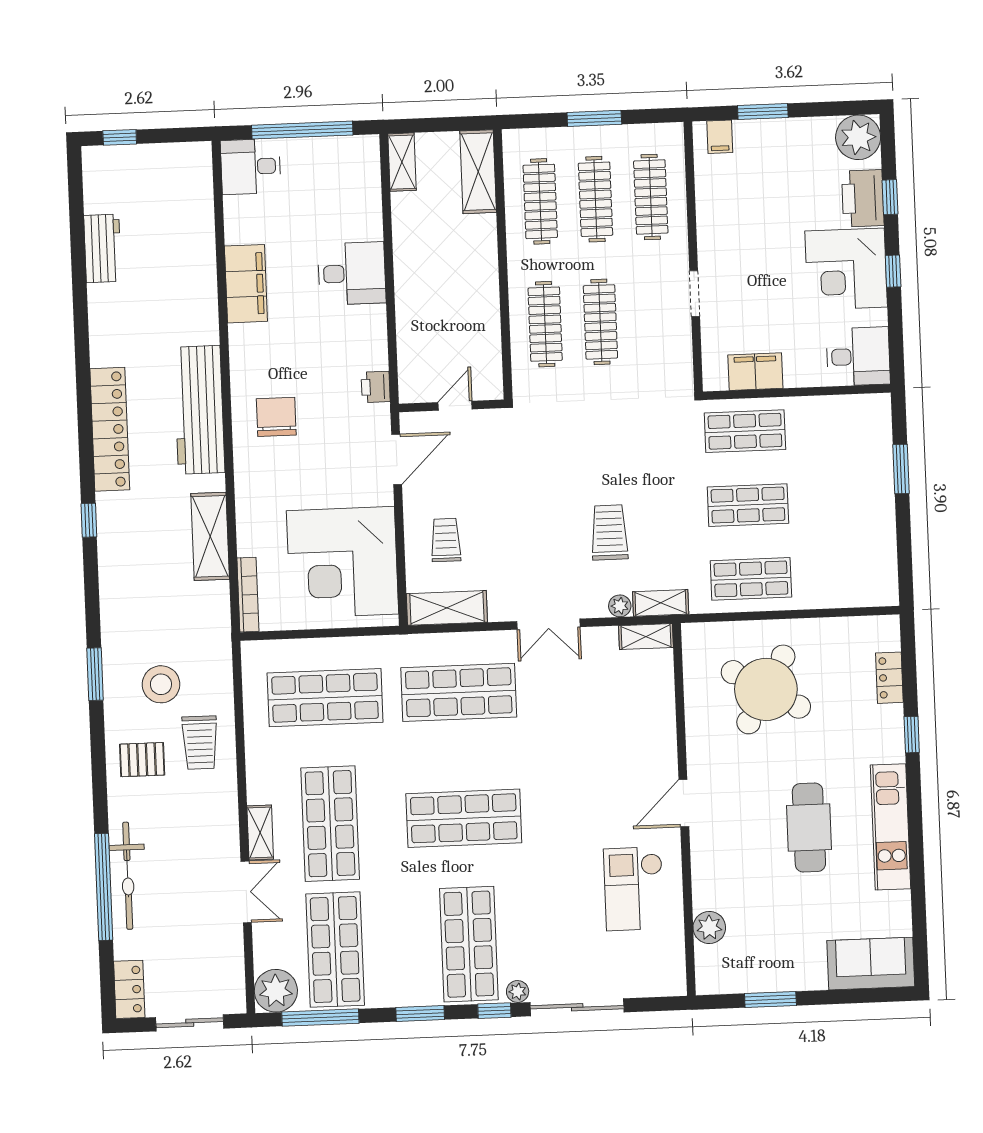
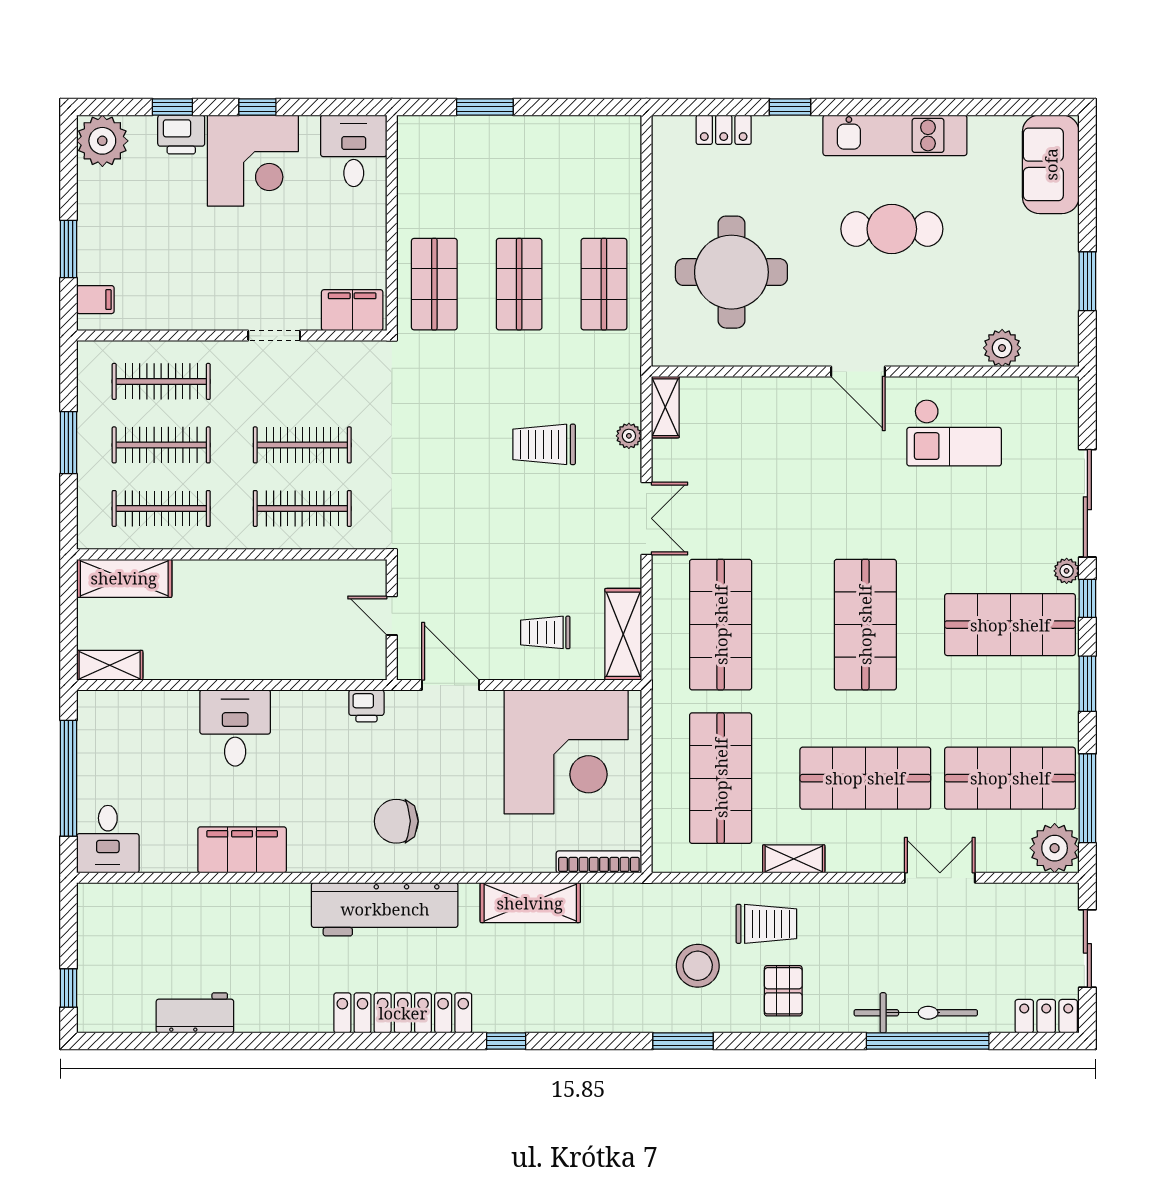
printer: (863, 198) -> (181, 135), width x0.73, depth x0.84
filing cabinet: (755, 372) -> (352, 310), moved, turned 90
shelving: (661, 603) -> (627, 389), removed
round table: (766, 689) -> (731, 272), turned -30
shelving: (260, 832) -> (794, 859), moved

